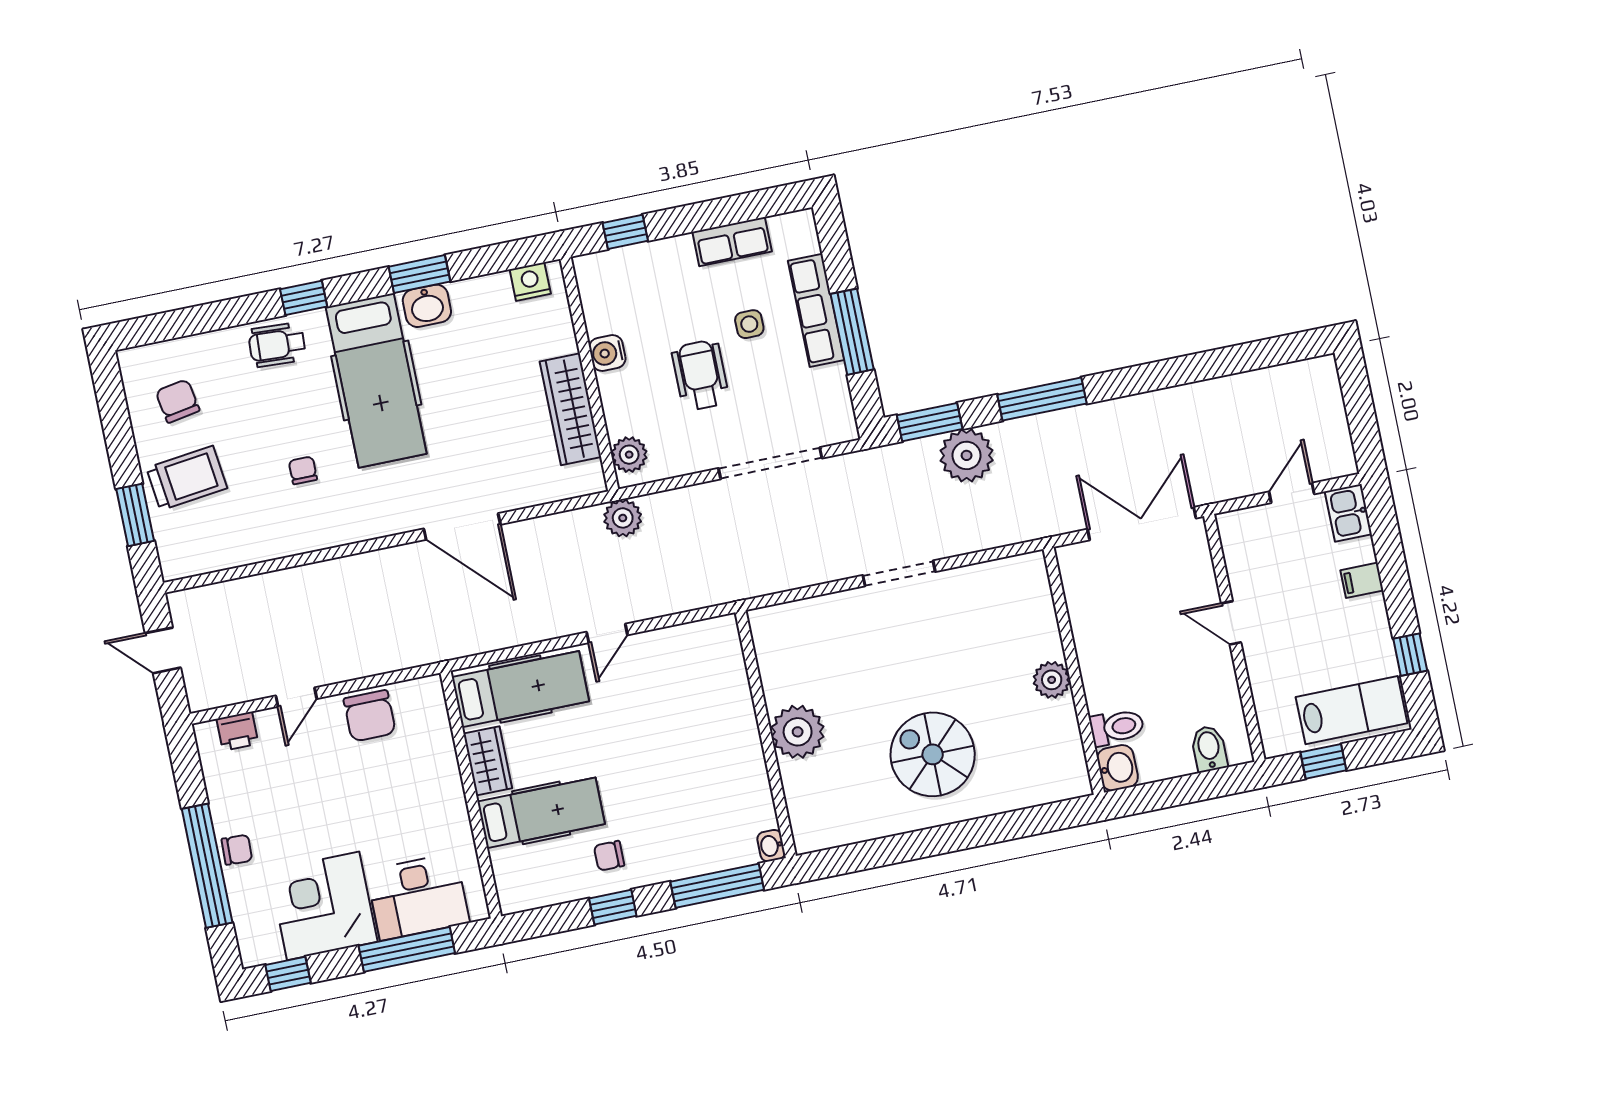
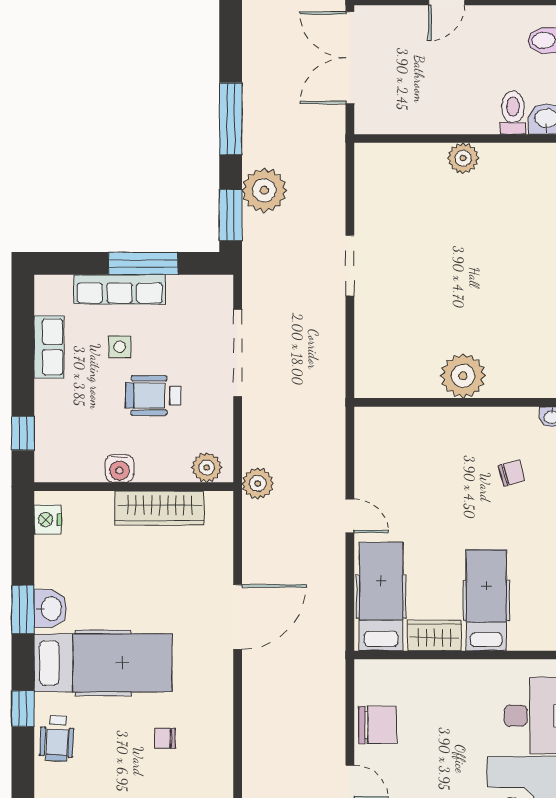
spiral stairs: (933, 754) -> (504, 269), removed
chair: (609, 856) -> (512, 473), moved, turned -105

